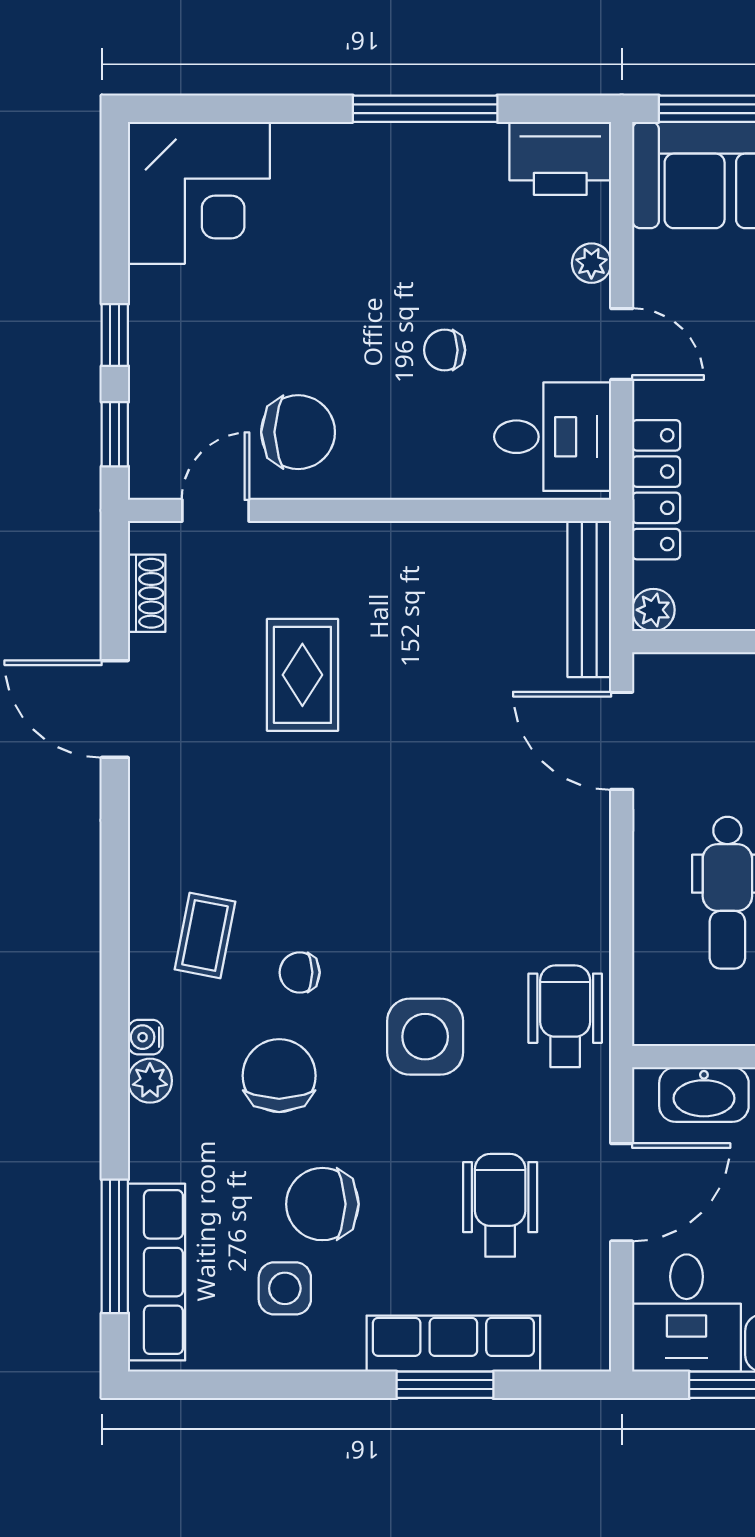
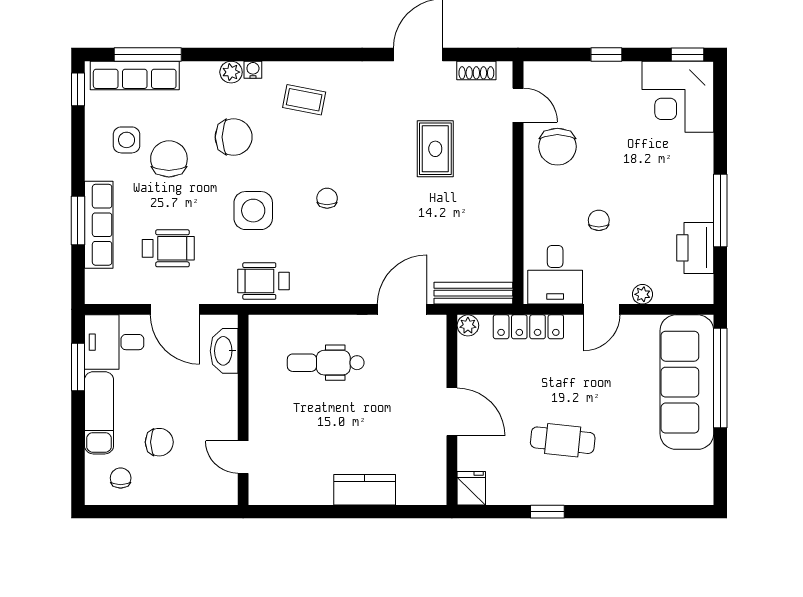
printer: (560, 158) -> (695, 248), moved
window: (115, 434) -> (687, 54), moved
rug: (302, 675) -> (435, 149), turned 90
chair: (300, 972) -> (327, 198), moved
wheelchair: (565, 1016) -> (263, 281), turned 180
window: (184, 1385) -> (78, 89), added

